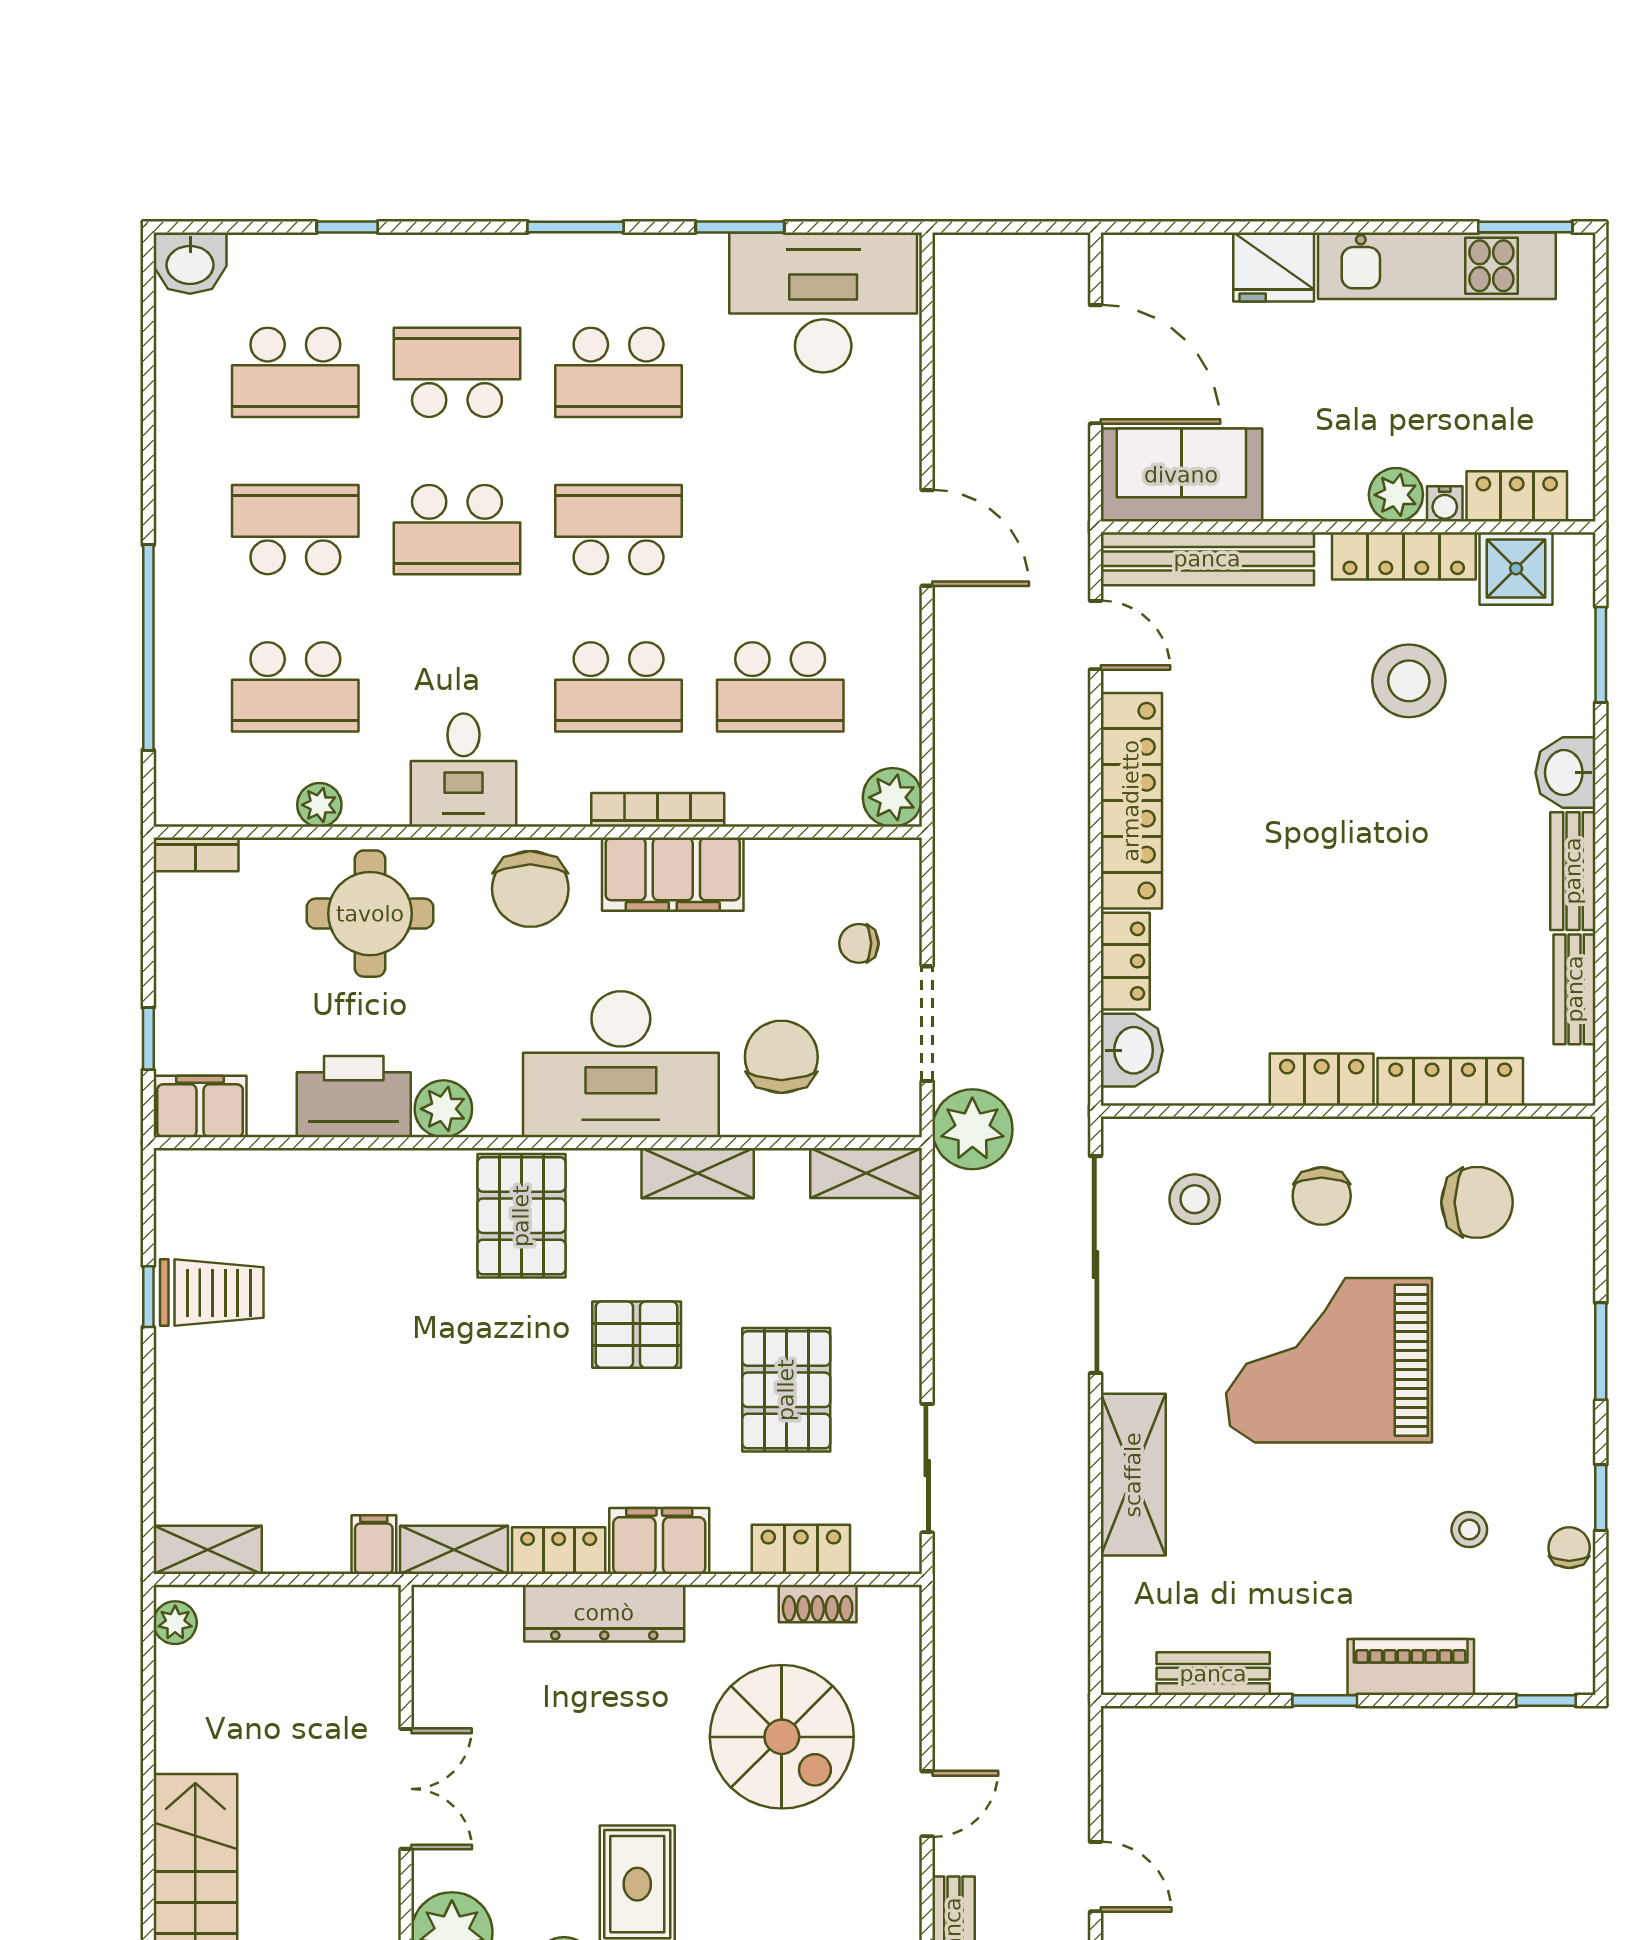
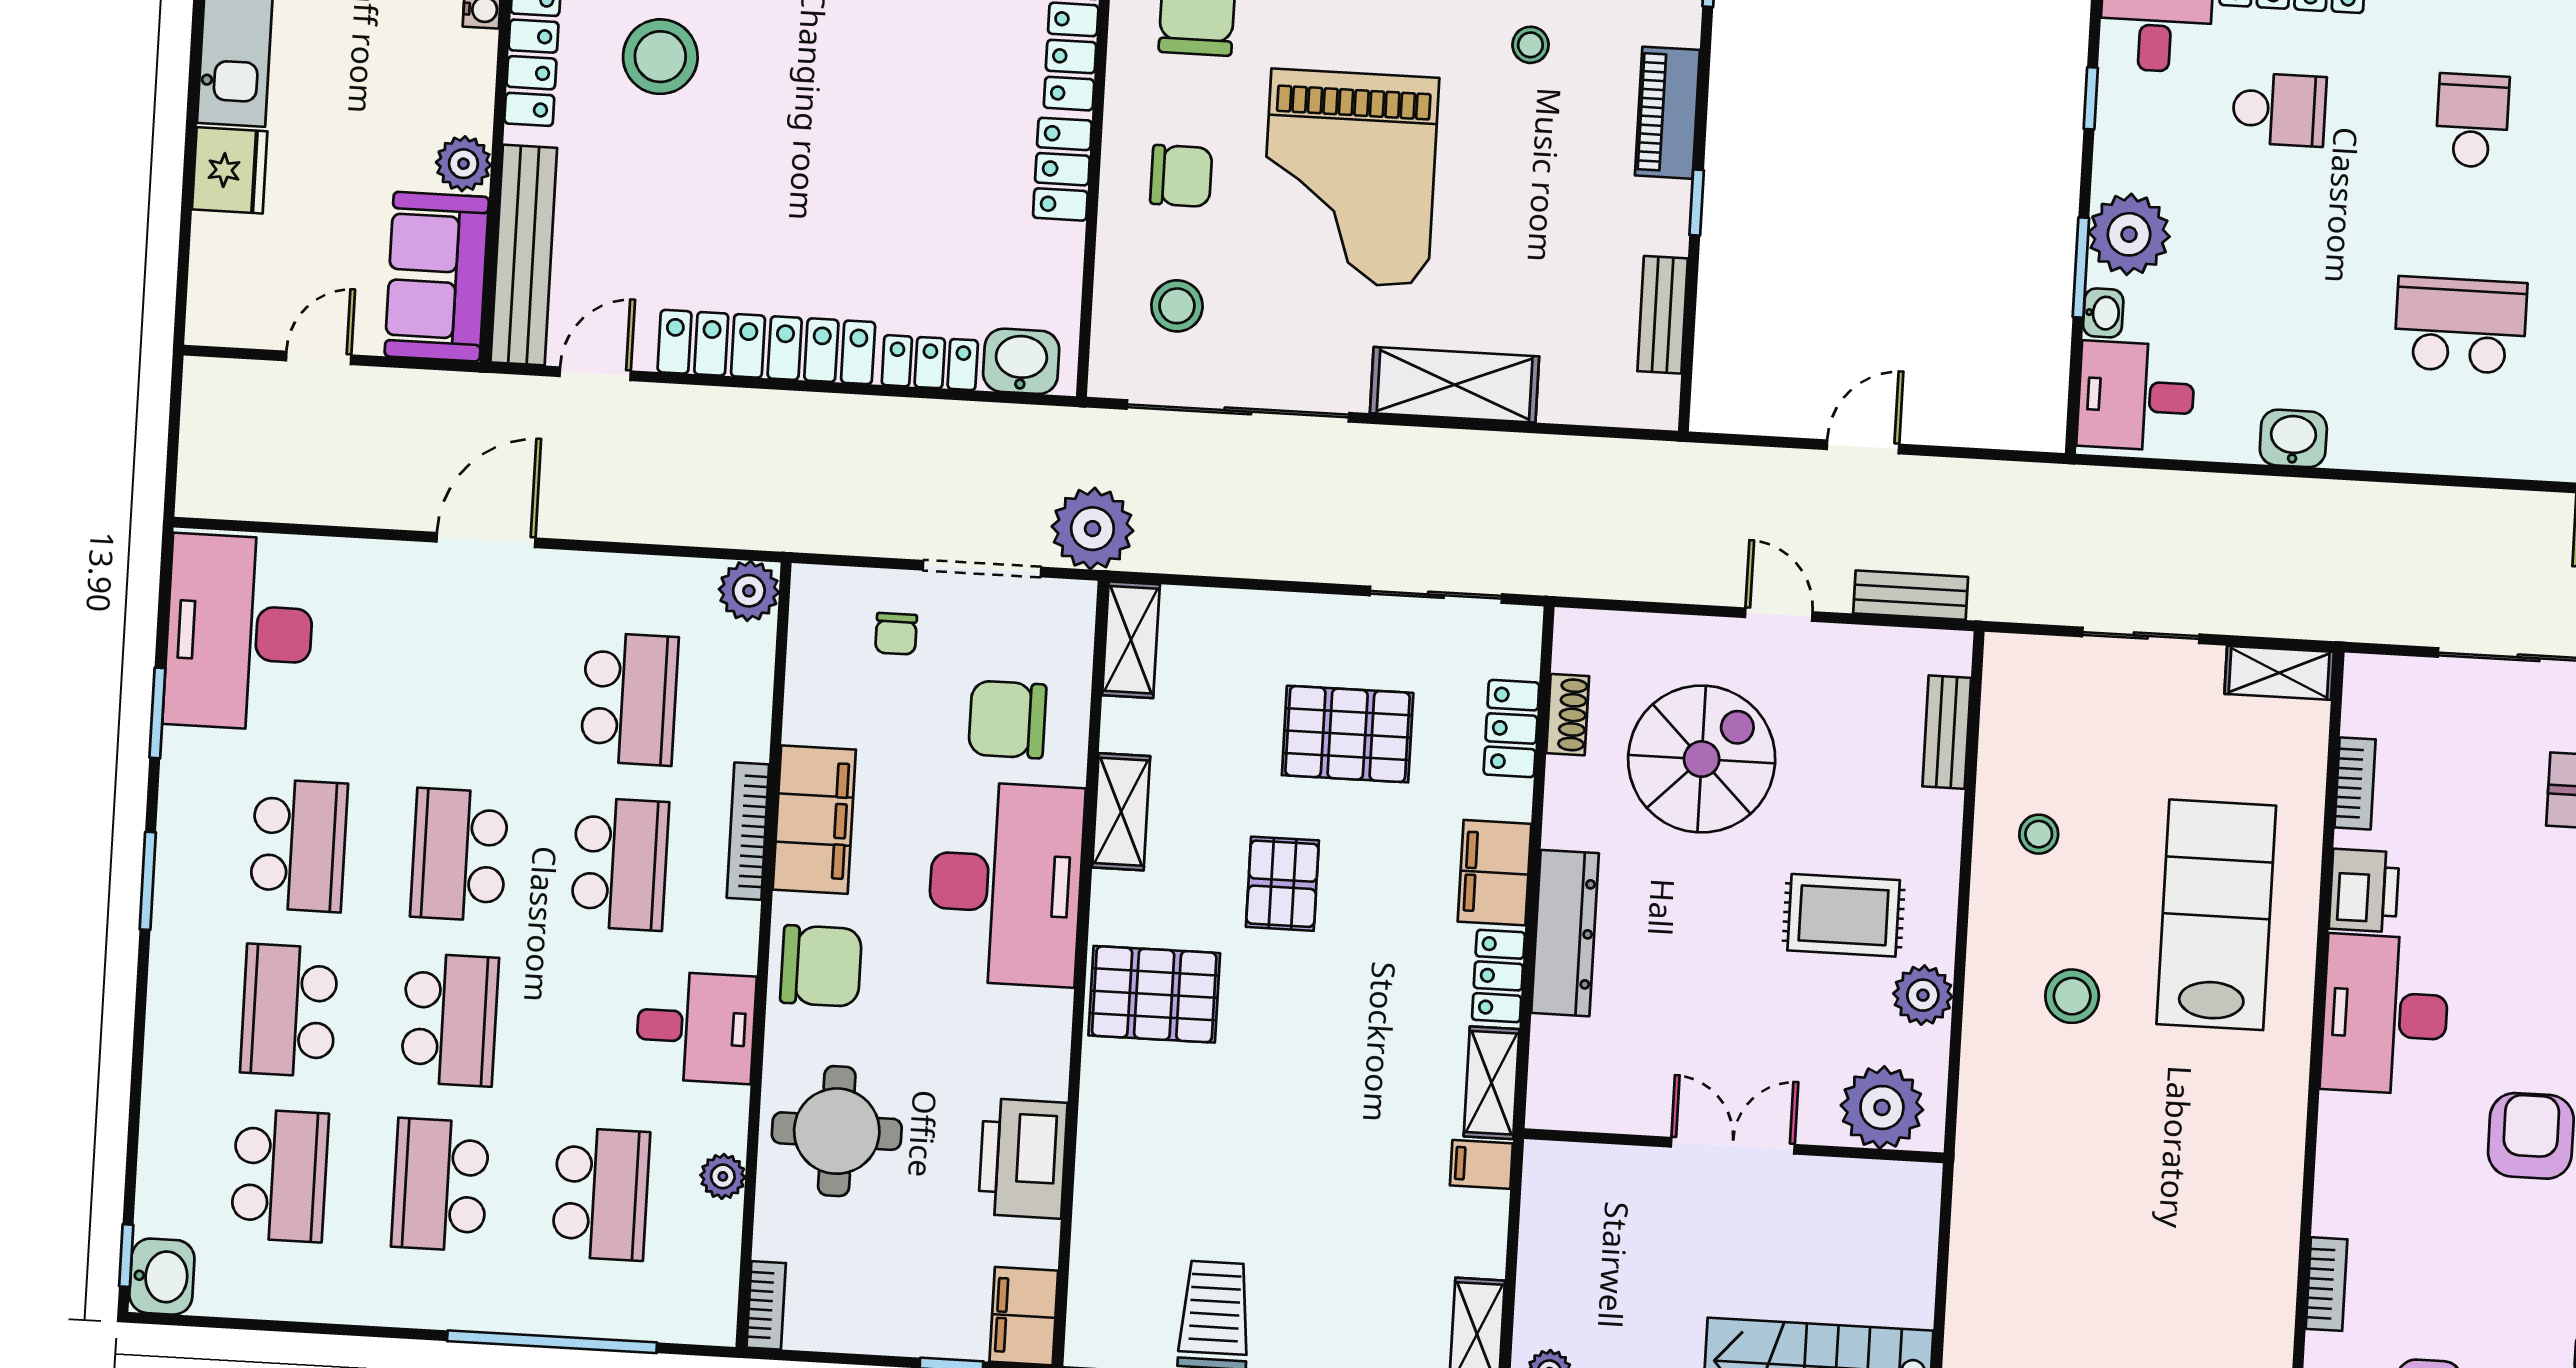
window: (347, 227) -> (126, 1256), moved
door: (1096, 364) -> (319, 358), width x0.53
plant: (1396, 495) -> (463, 164), moved
plant: (443, 1109) -> (1040, 1068), removed

